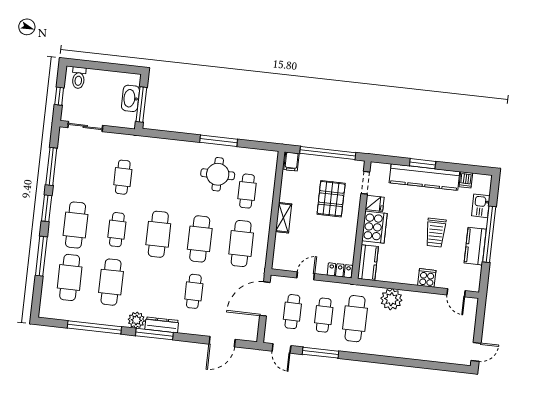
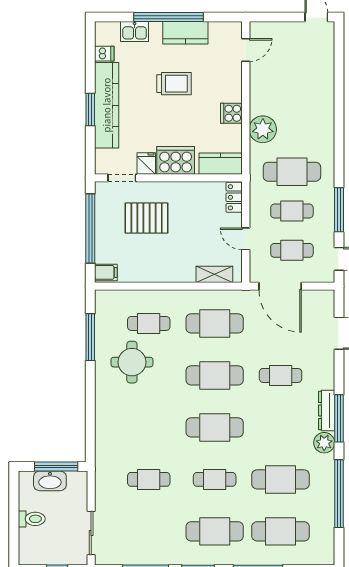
toilet: (79, 78) -> (32, 519), moved
window: (219, 141) -> (90, 337), moved
shelving: (284, 218) -> (214, 274), moved
cooker: (427, 278) -> (231, 113), moved

